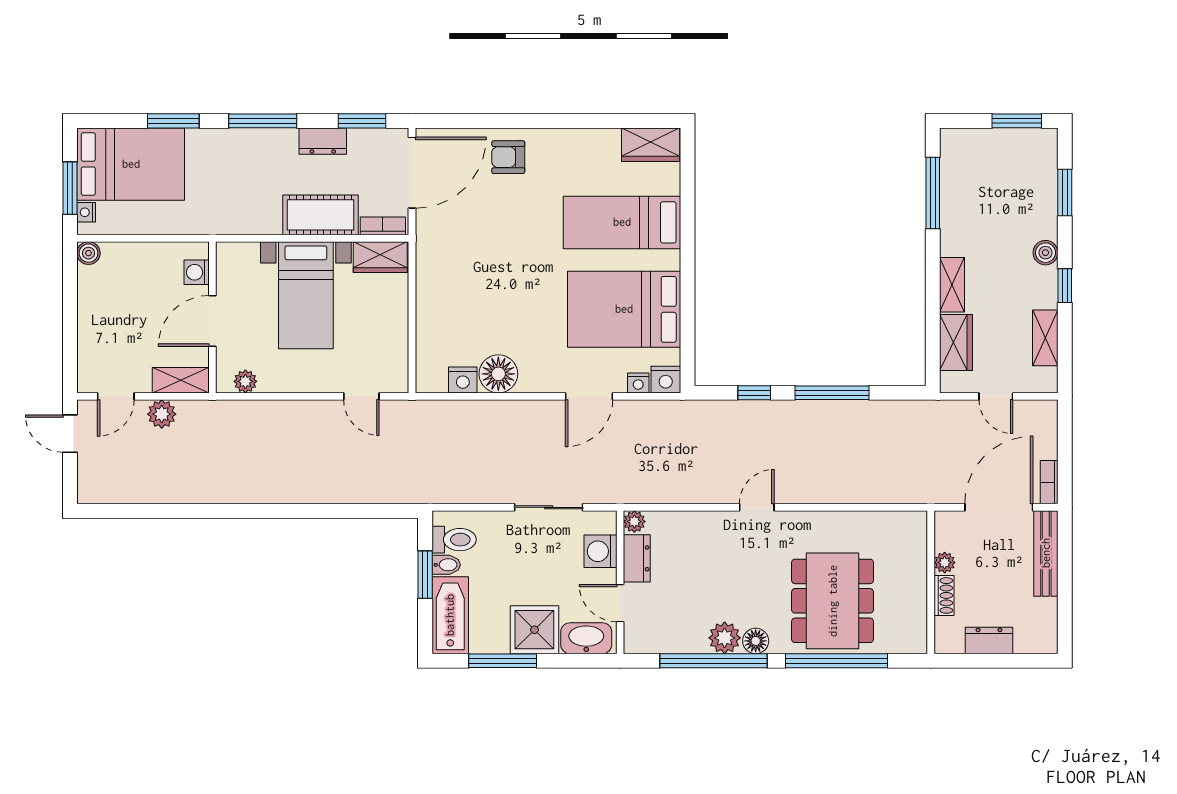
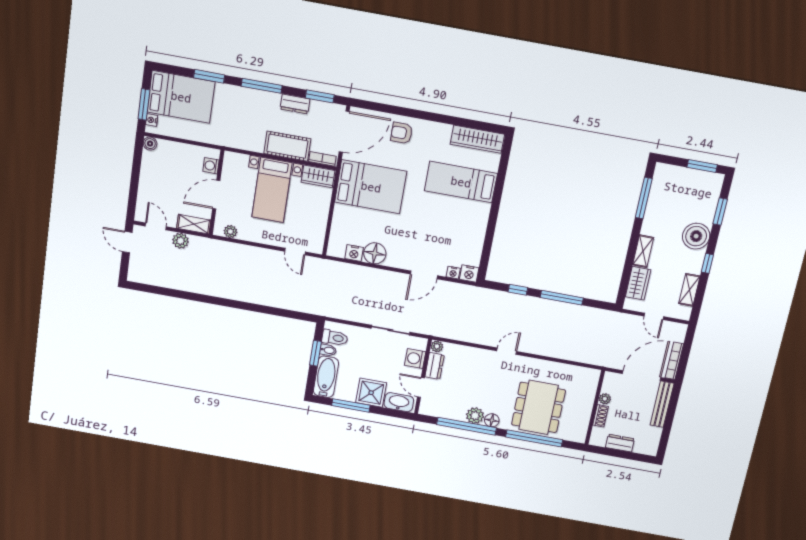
wardrobe: (651, 145) -> (477, 139), width x1.50
boiler: (1045, 253) -> (696, 236), width x1.86, depth x1.86
bed: (624, 309) -> (371, 187), moved, turned 180
door: (116, 396) -> (156, 226), swing flipped
bookcase: (1049, 482) -> (674, 361), width x1.56

